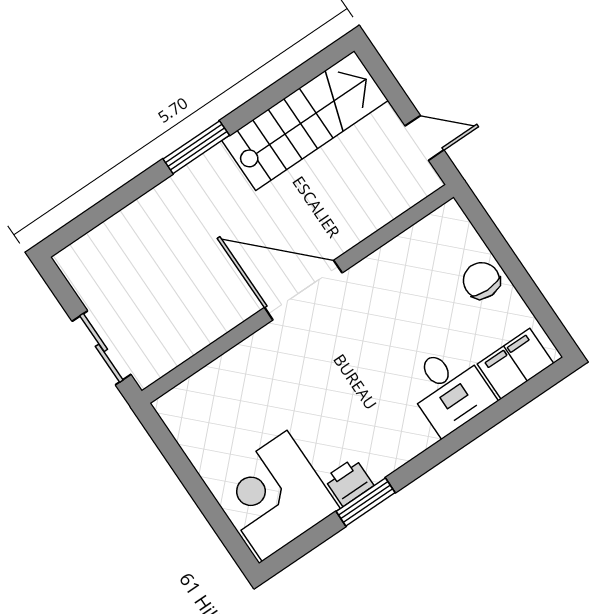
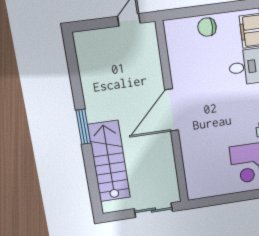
stairs: (305, 121) -> (109, 161), moved

